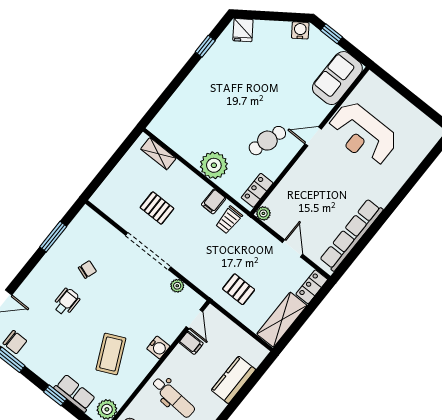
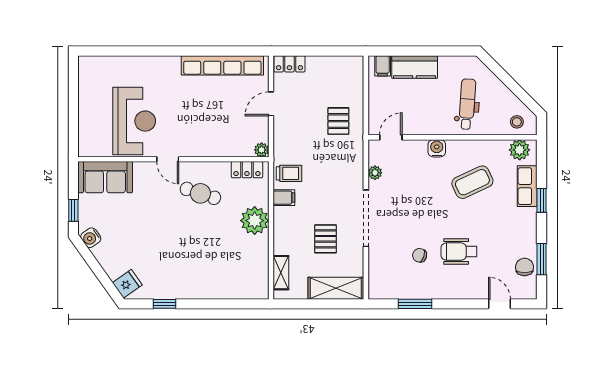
wheelchair: (66, 302) -> (459, 252), width x1.36, depth x1.37
shelving: (282, 320) -> (336, 288), moved
filing cabinet: (191, 343) -> (383, 66), moved, turned 180

